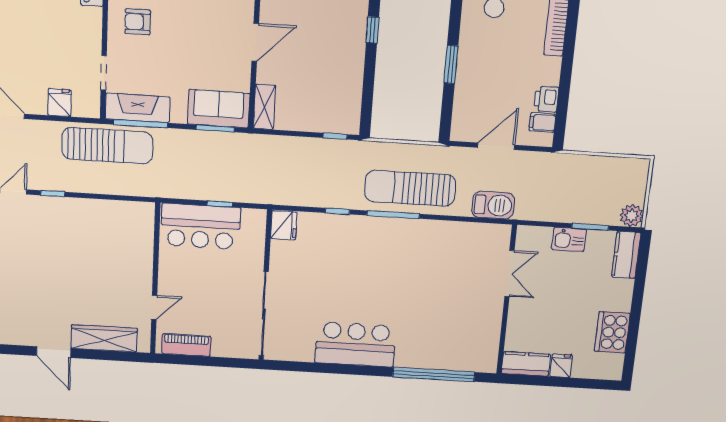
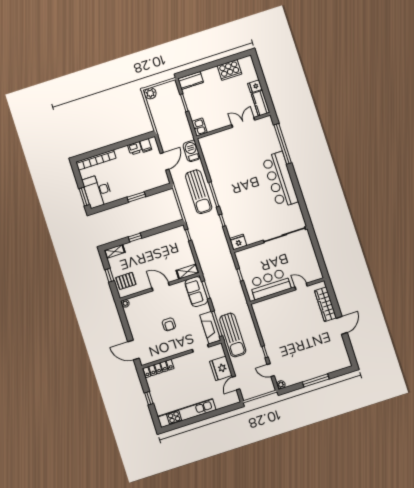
armchair: (138, 22) -> (169, 324), moved
fridge: (59, 103) -> (221, 368), width x1.88, depth x1.34
sun lounger: (107, 146) -> (233, 335), turned 180
door: (496, 146) -> (164, 161), swing flipped
plant: (632, 216) -> (150, 93), moved
bar counter: (201, 226) -> (270, 284), moved, turned -90
kitchen sink: (569, 239) -> (199, 127), moved
double door: (509, 274) -> (243, 122), moved
bar counter: (355, 344) -> (280, 180), width x1.36
piano: (186, 345) -> (314, 265), removed

